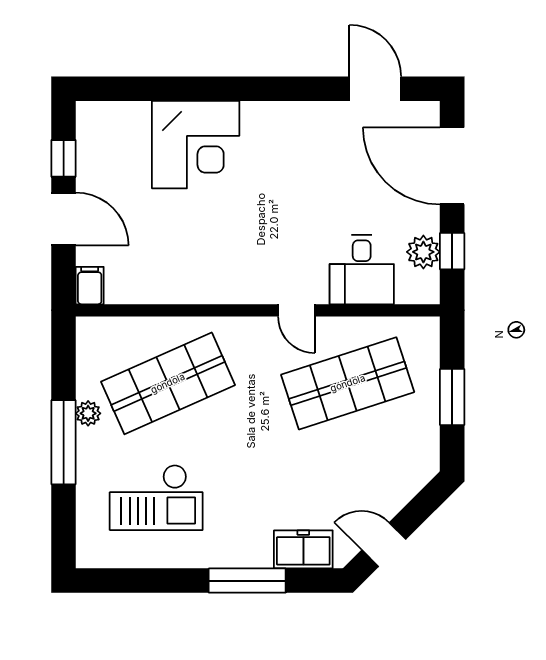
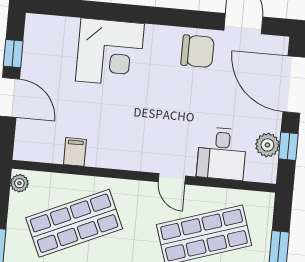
chair: (316, 132) -> (198, 51), added
filing cabinet: (90, 286) -> (75, 152), moved
plant: (88, 413) -> (19, 183), moved

